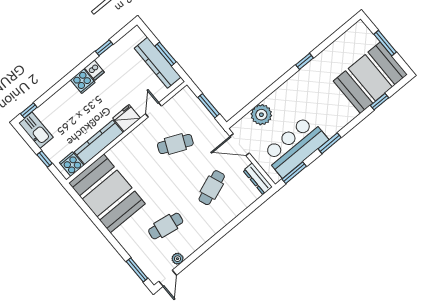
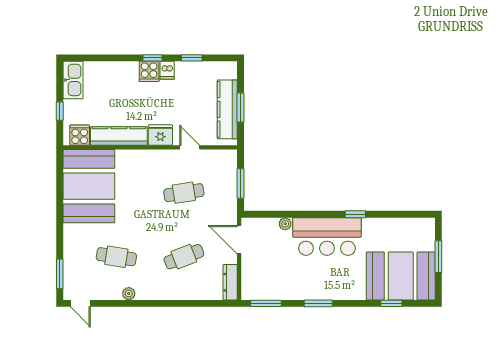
door: (154, 110) -> (190, 147), hinge flipped
window: (29, 111) -> (152, 58), moved
plant: (261, 115) -> (285, 224), width x0.53, depth x0.53
cafe table: (175, 144) -> (184, 193), turned -33
bar counter: (295, 146) -> (327, 237), moved, turned 180
plant: (178, 259) -> (129, 294), moved
door: (168, 278) -> (80, 303), hinge flipped

